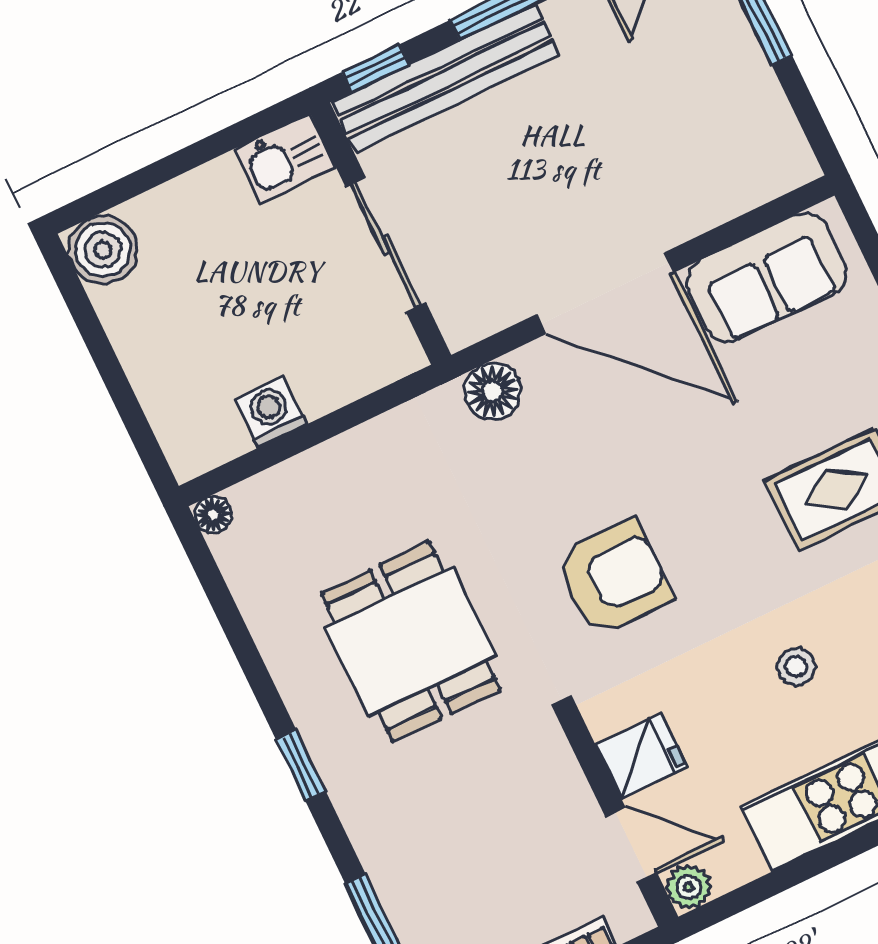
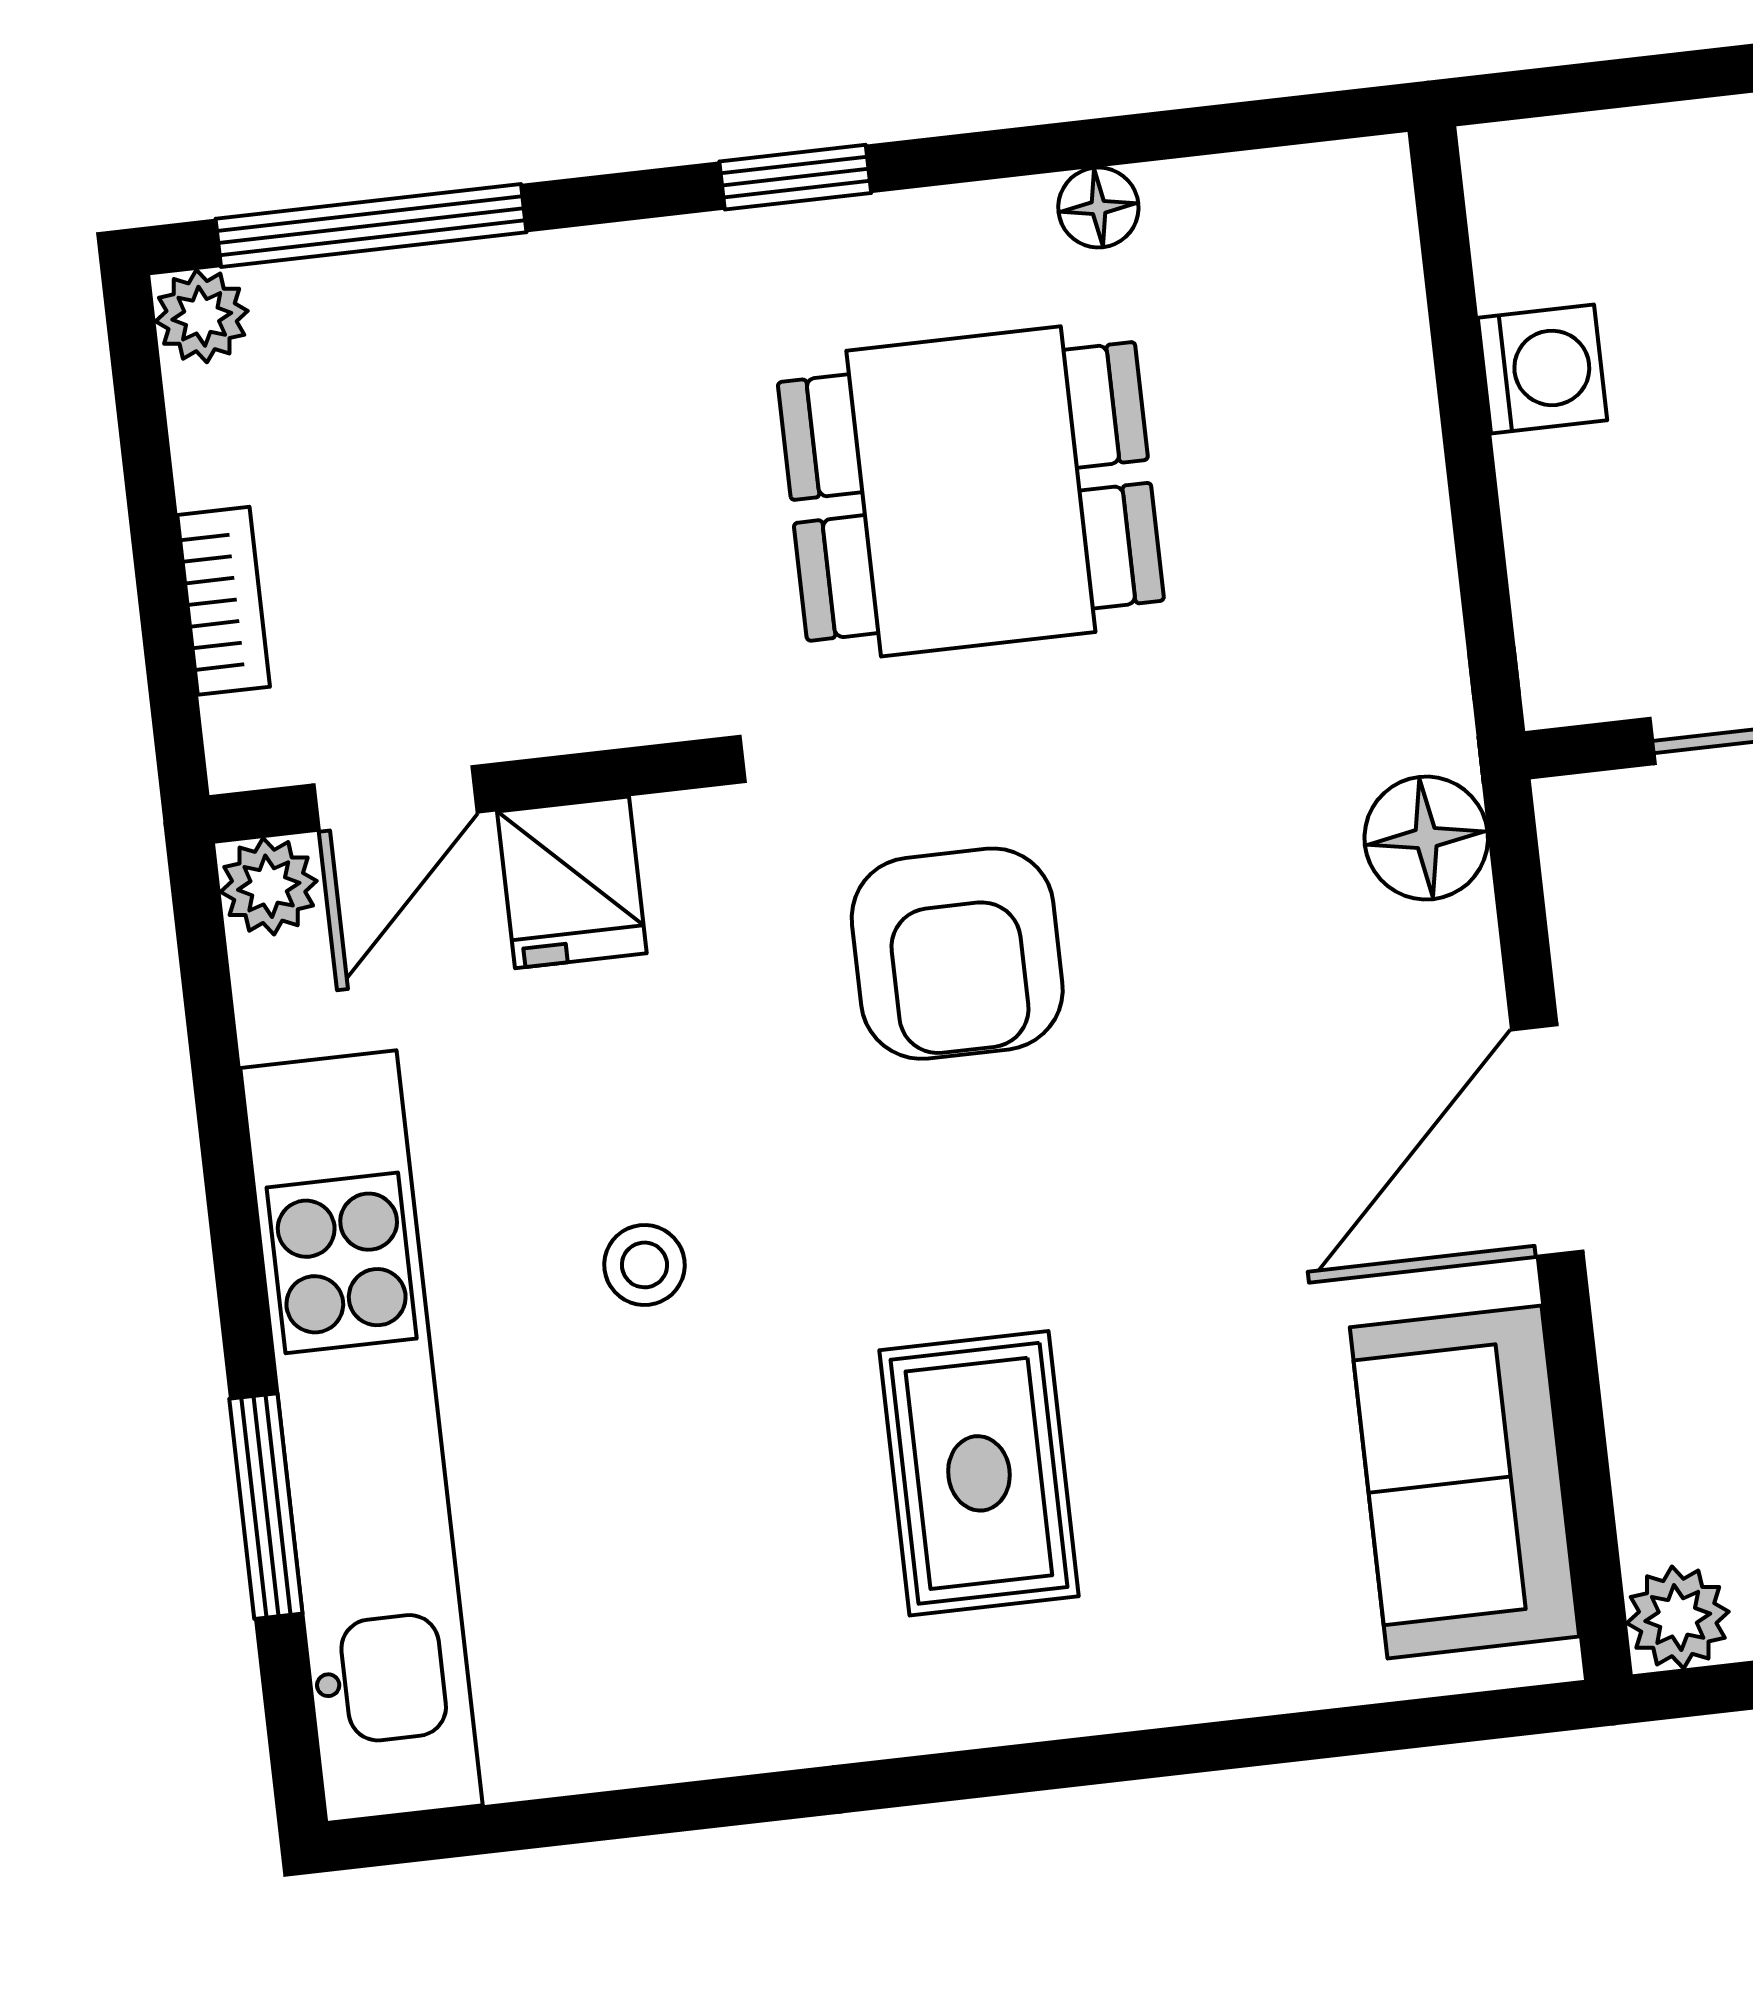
plant: (793, 164) -> (1678, 1617), added
door: (606, 293) -> (1547, 1141), width x0.73
floor lamp: (213, 515) -> (1098, 207), moved

